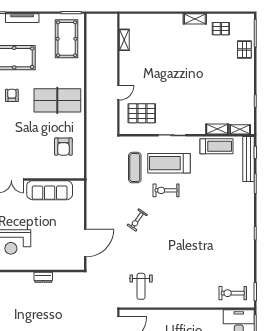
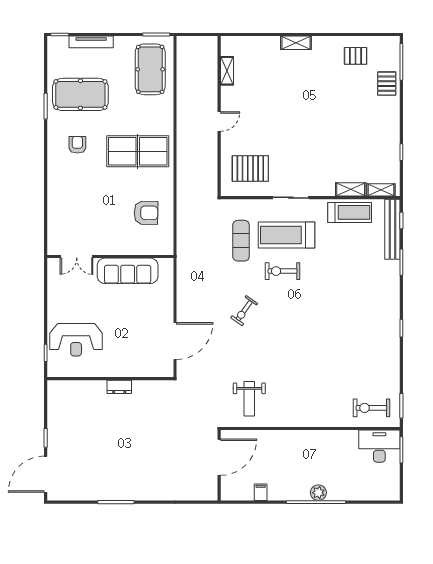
shelving: (195, 19) -> (296, 43), moved
door: (118, 93) -> (219, 122), moved
armchair: (63, 147) -> (146, 213), turned -89

